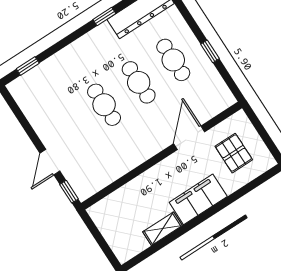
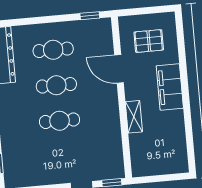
window: (210, 51) -> (90, 16), moved
shelving: (162, 229) -> (134, 117), moved

